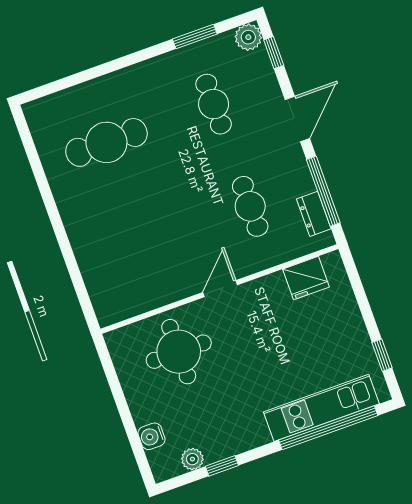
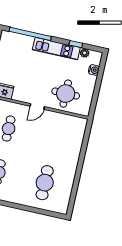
cafe table: (106, 142) -> (45, 183), turned 90
kitchen unit: (321, 408) -> (56, 49), moved

